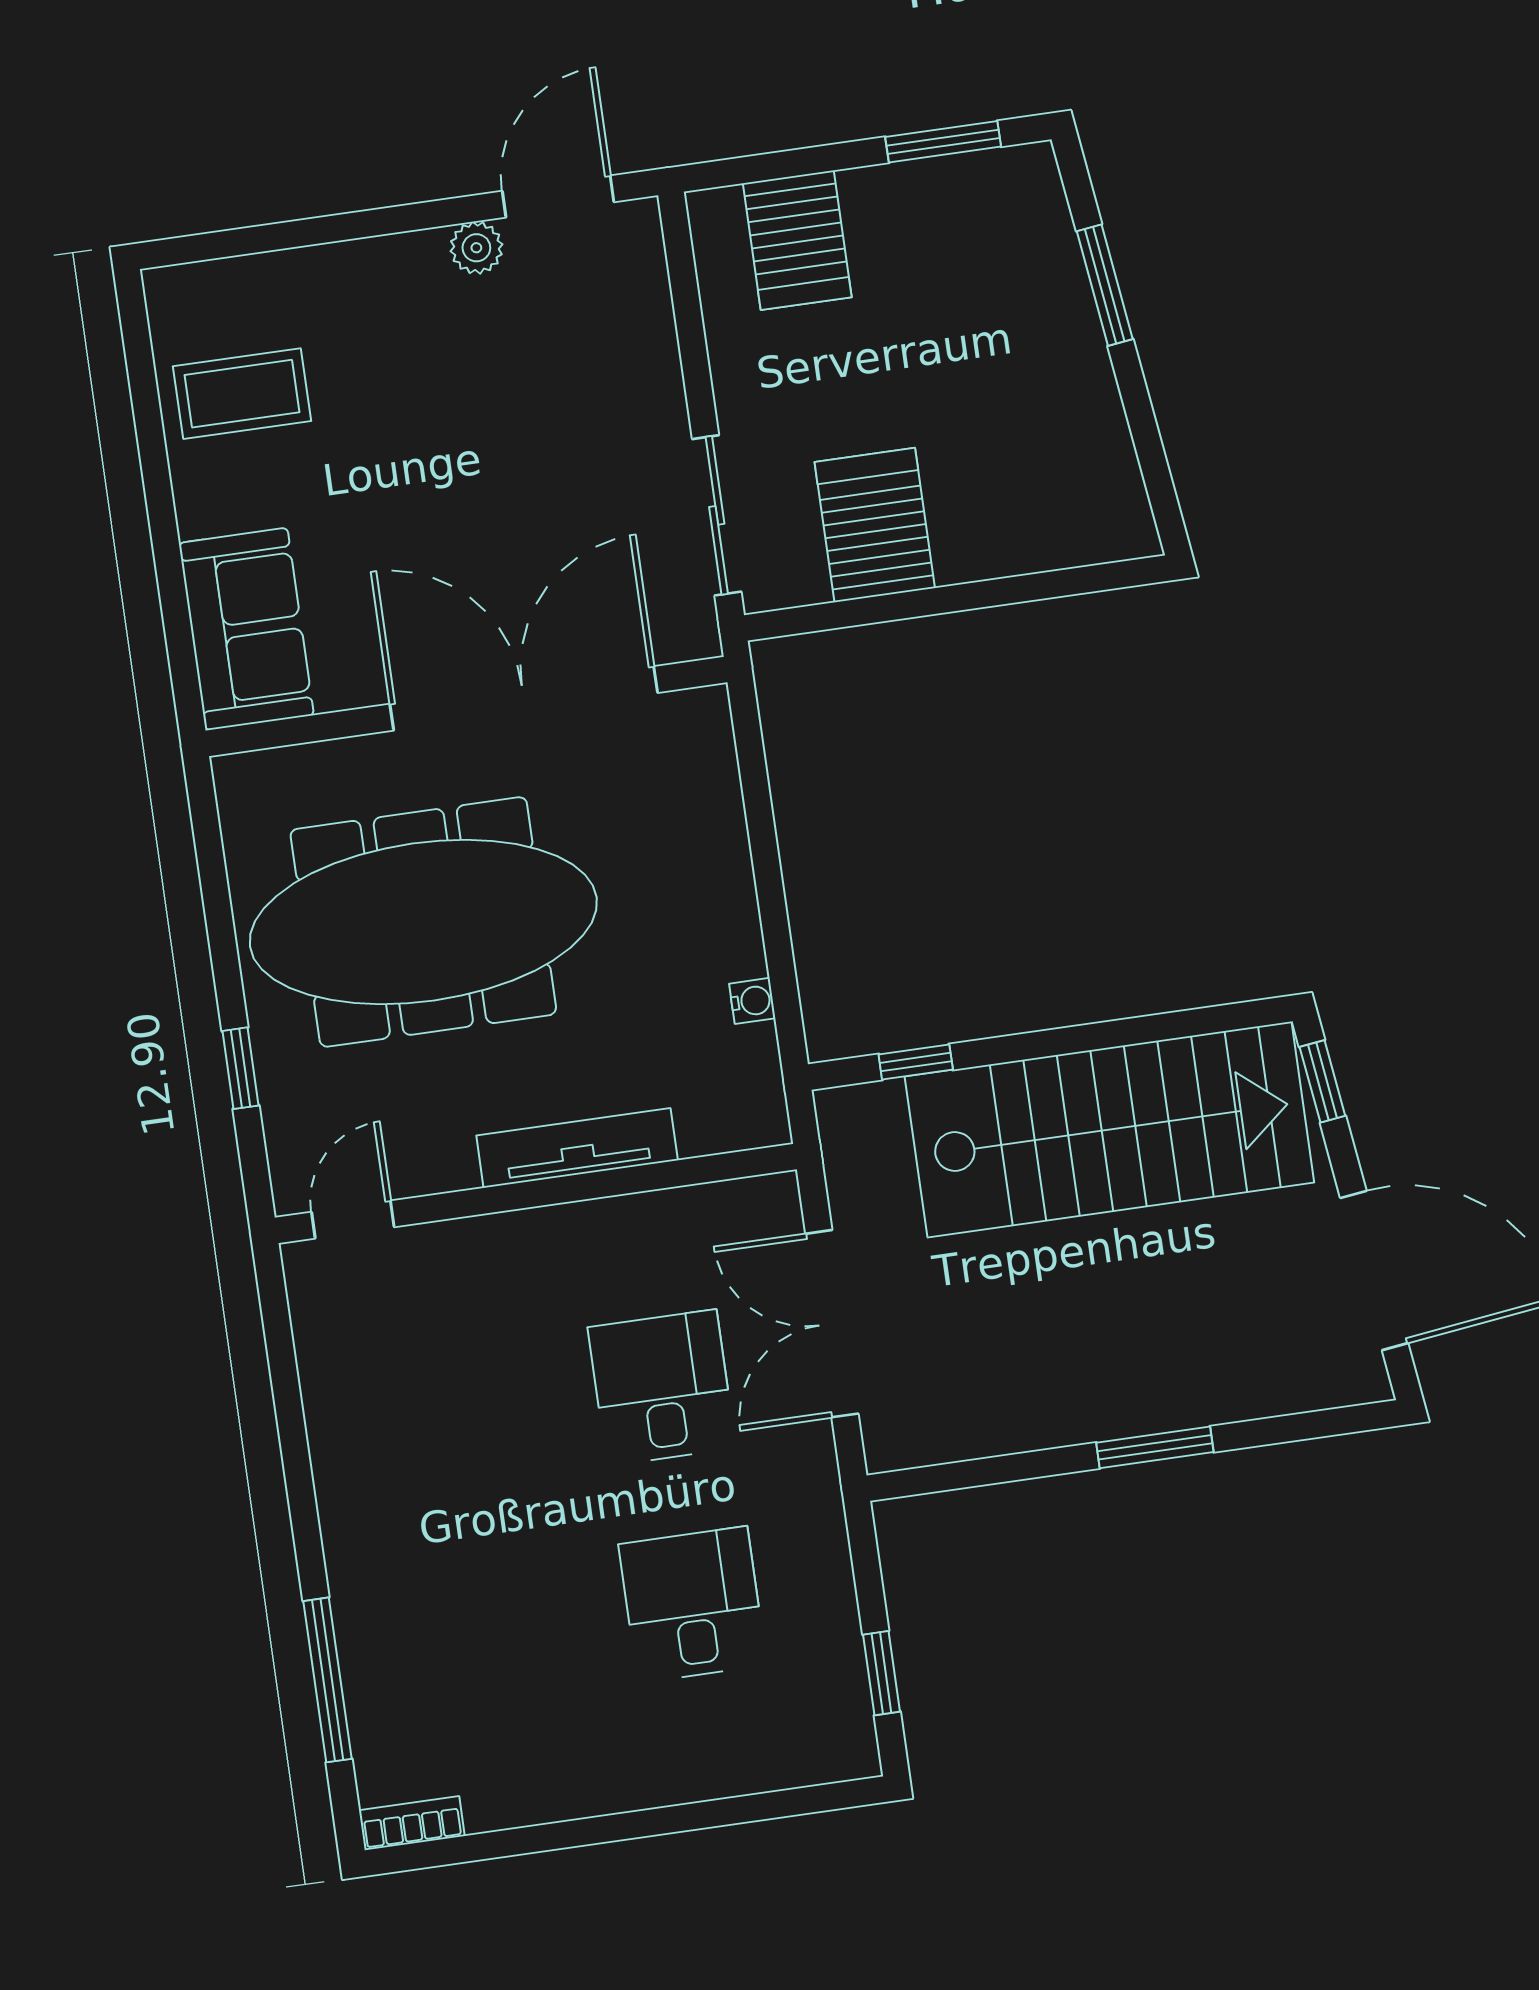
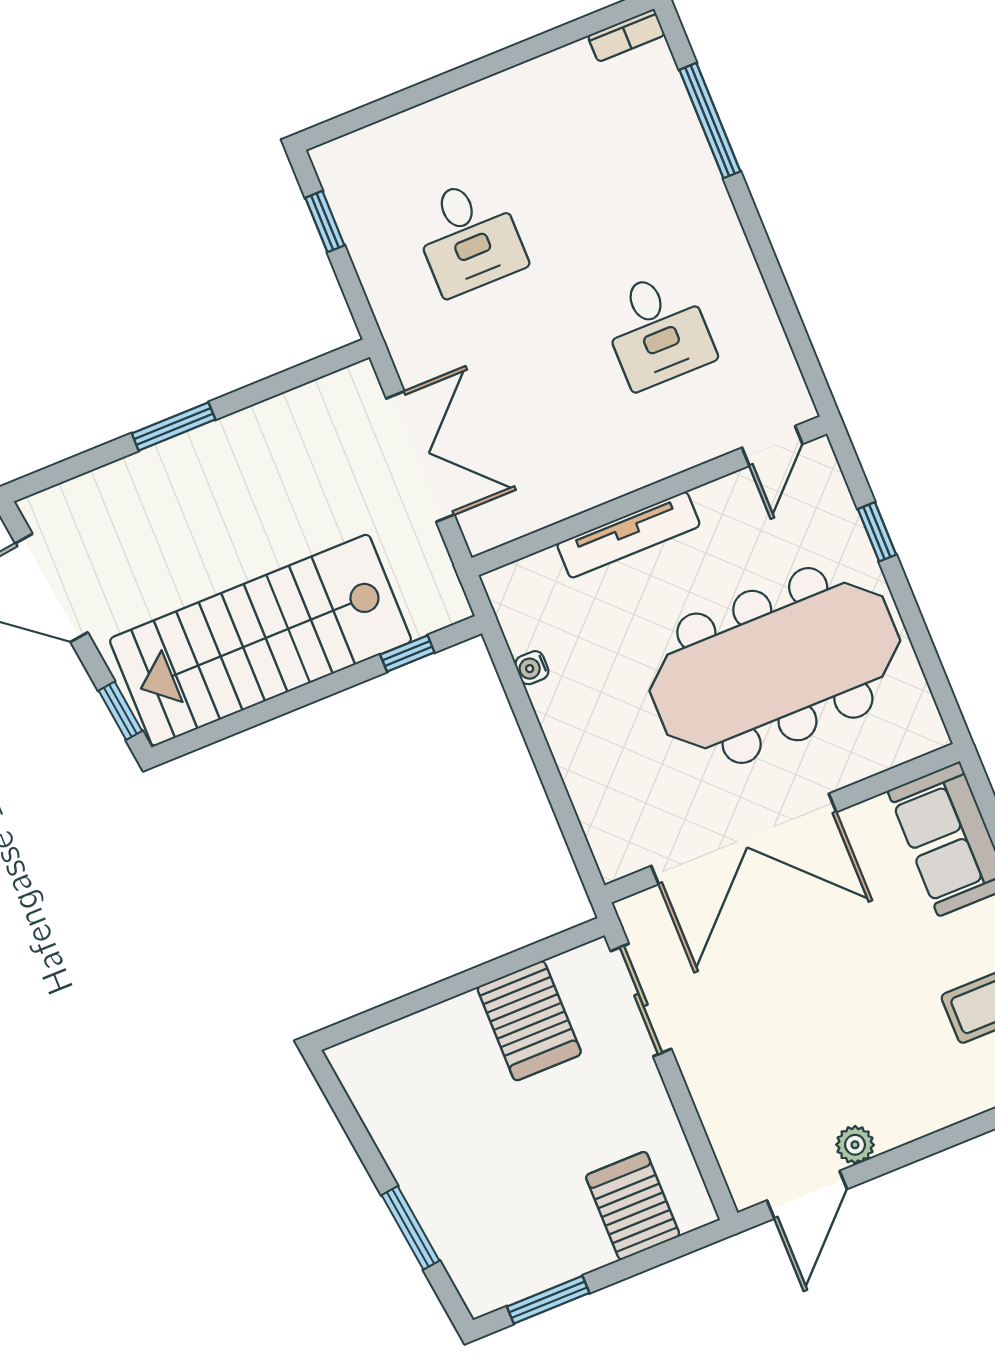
desk: (662, 1388) -> (657, 330), moved

